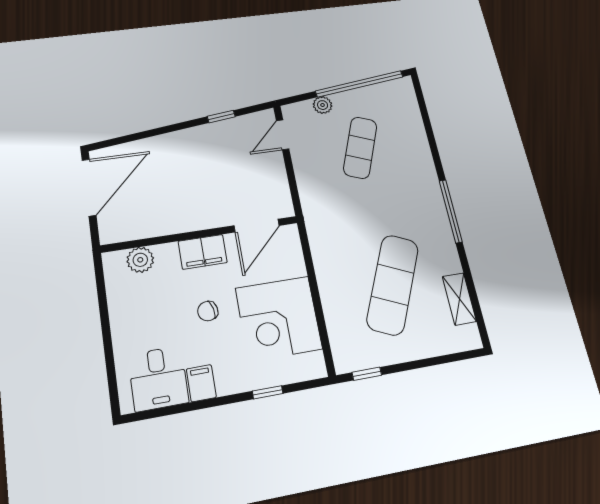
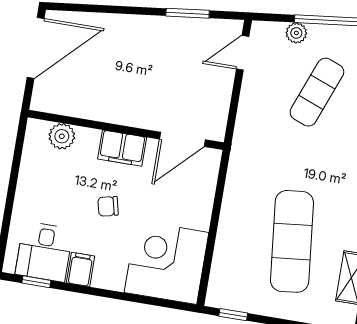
window: (221, 117) -> (188, 13), width x1.50
exercise mat: (393, 284) -> (292, 241), turned -30
corner desk: (279, 318) -> (167, 262), moved, turned 90
window: (268, 392) -> (36, 282), moved

